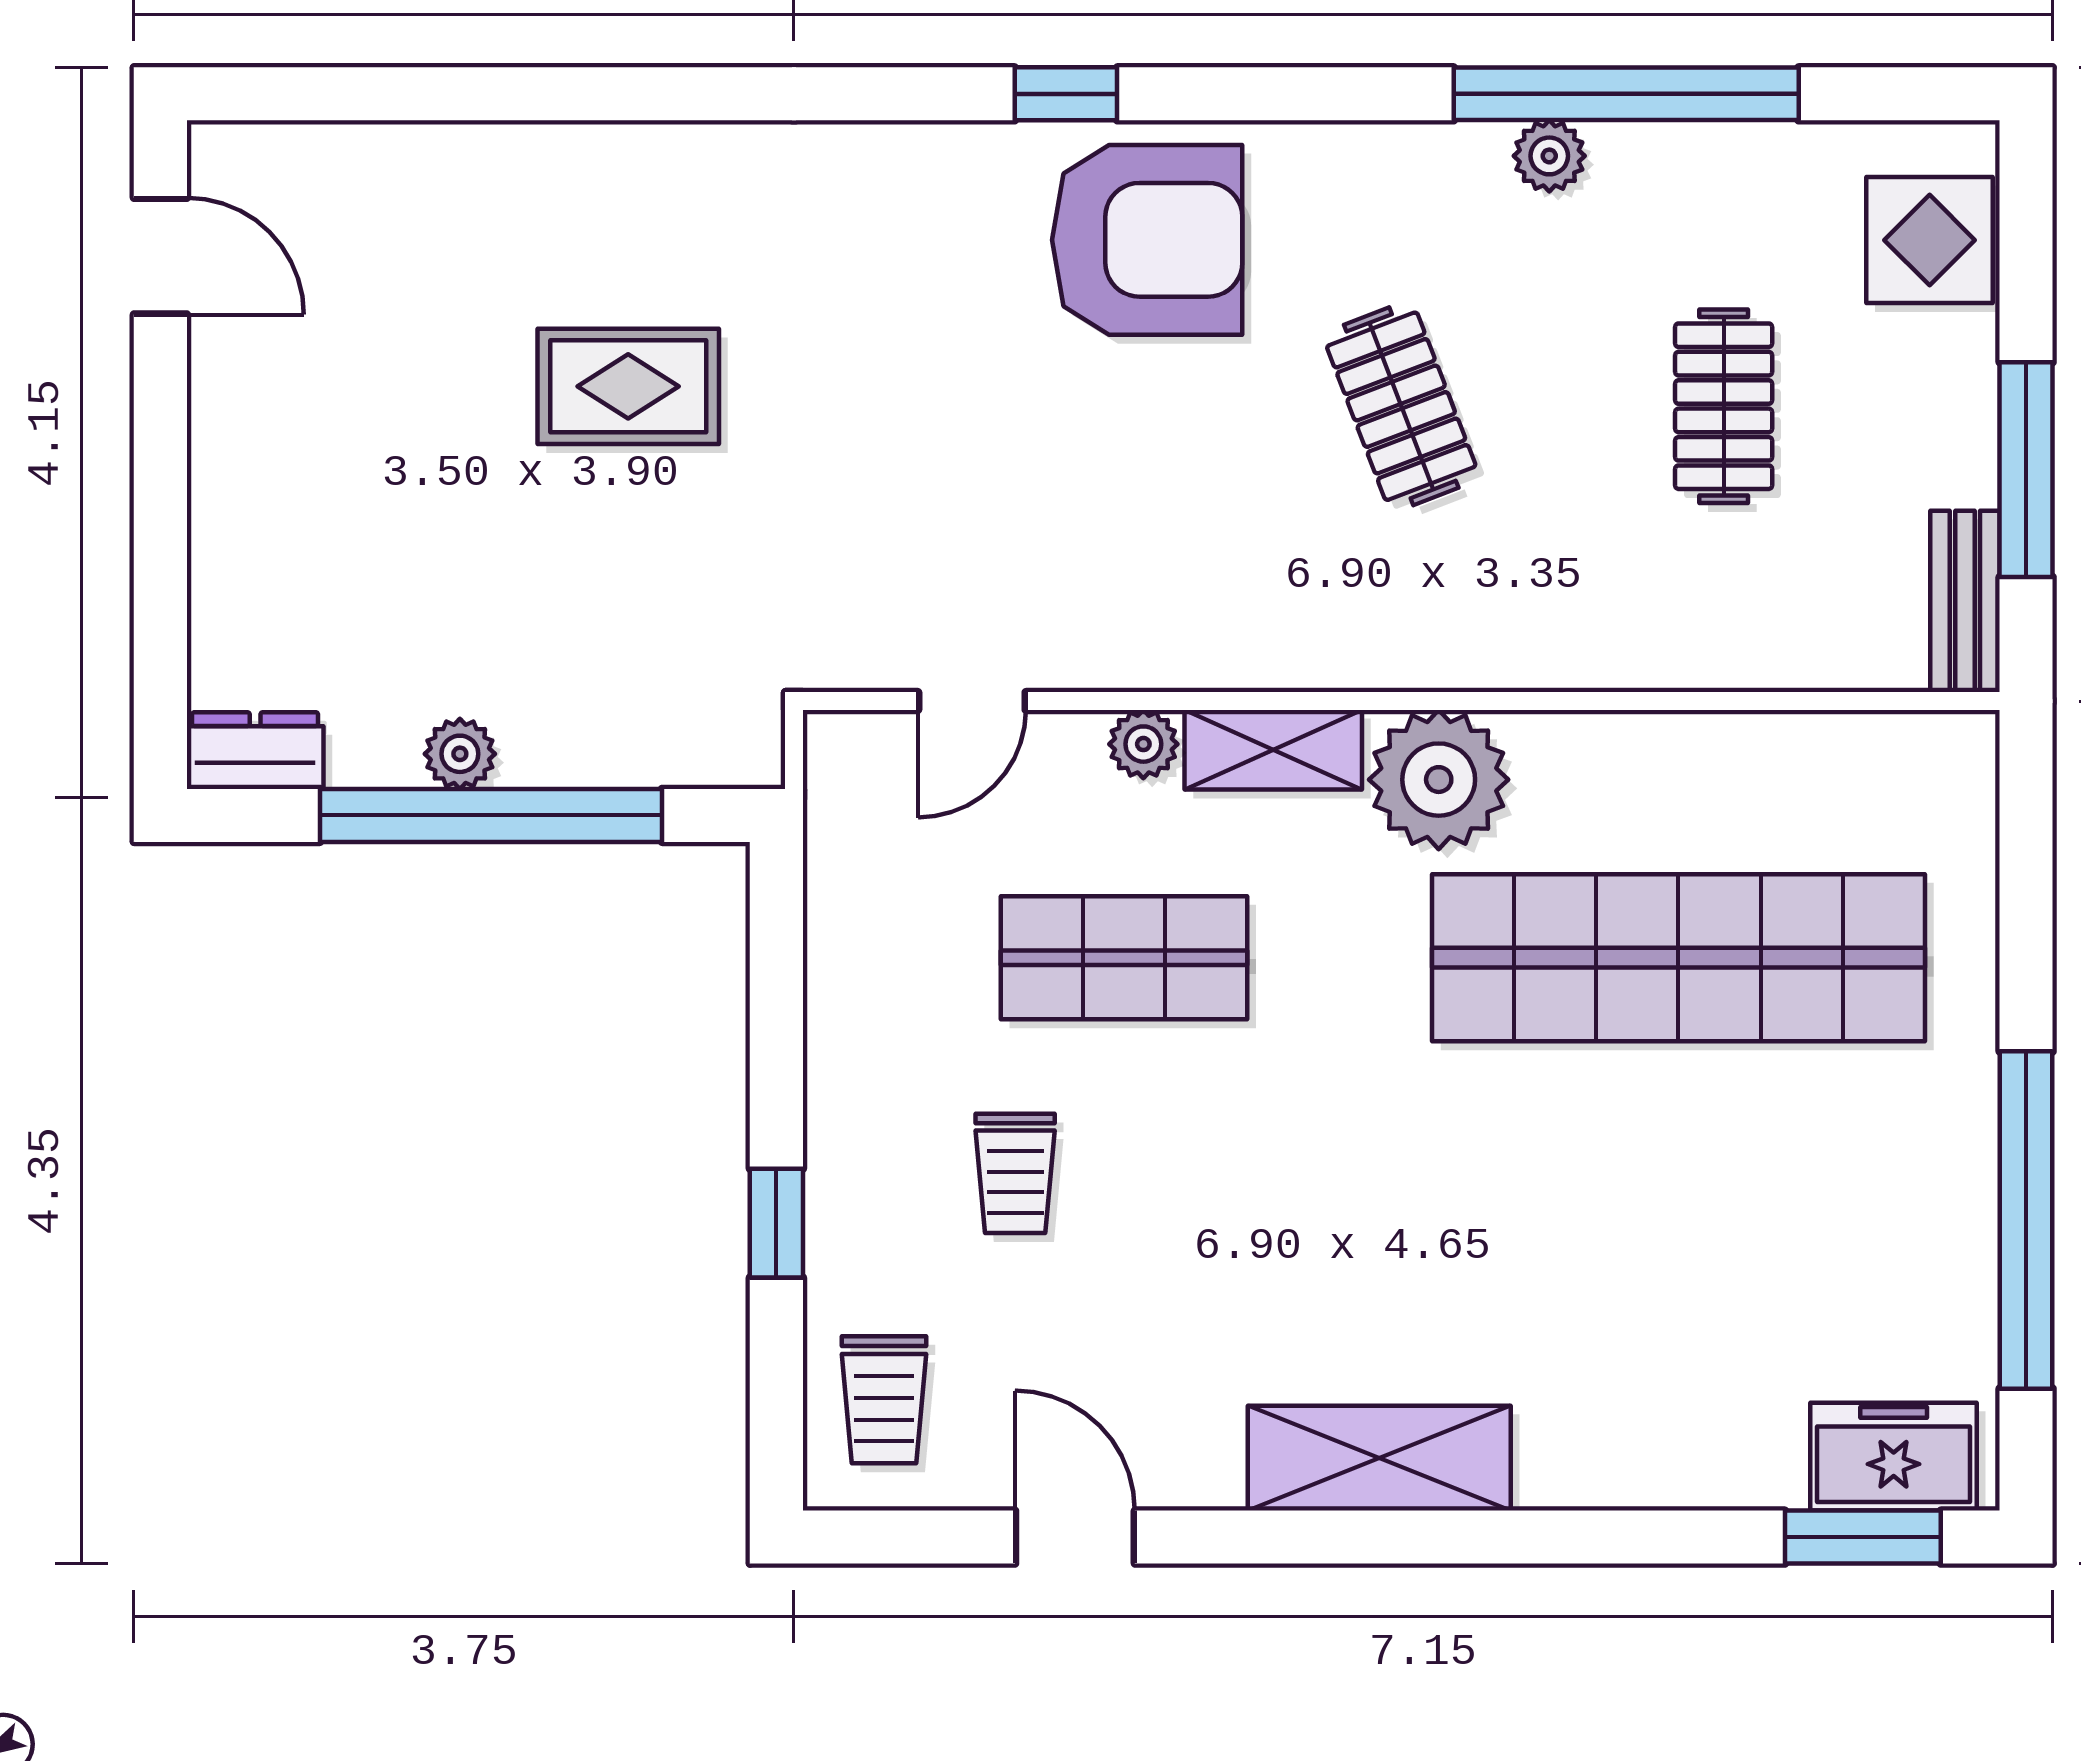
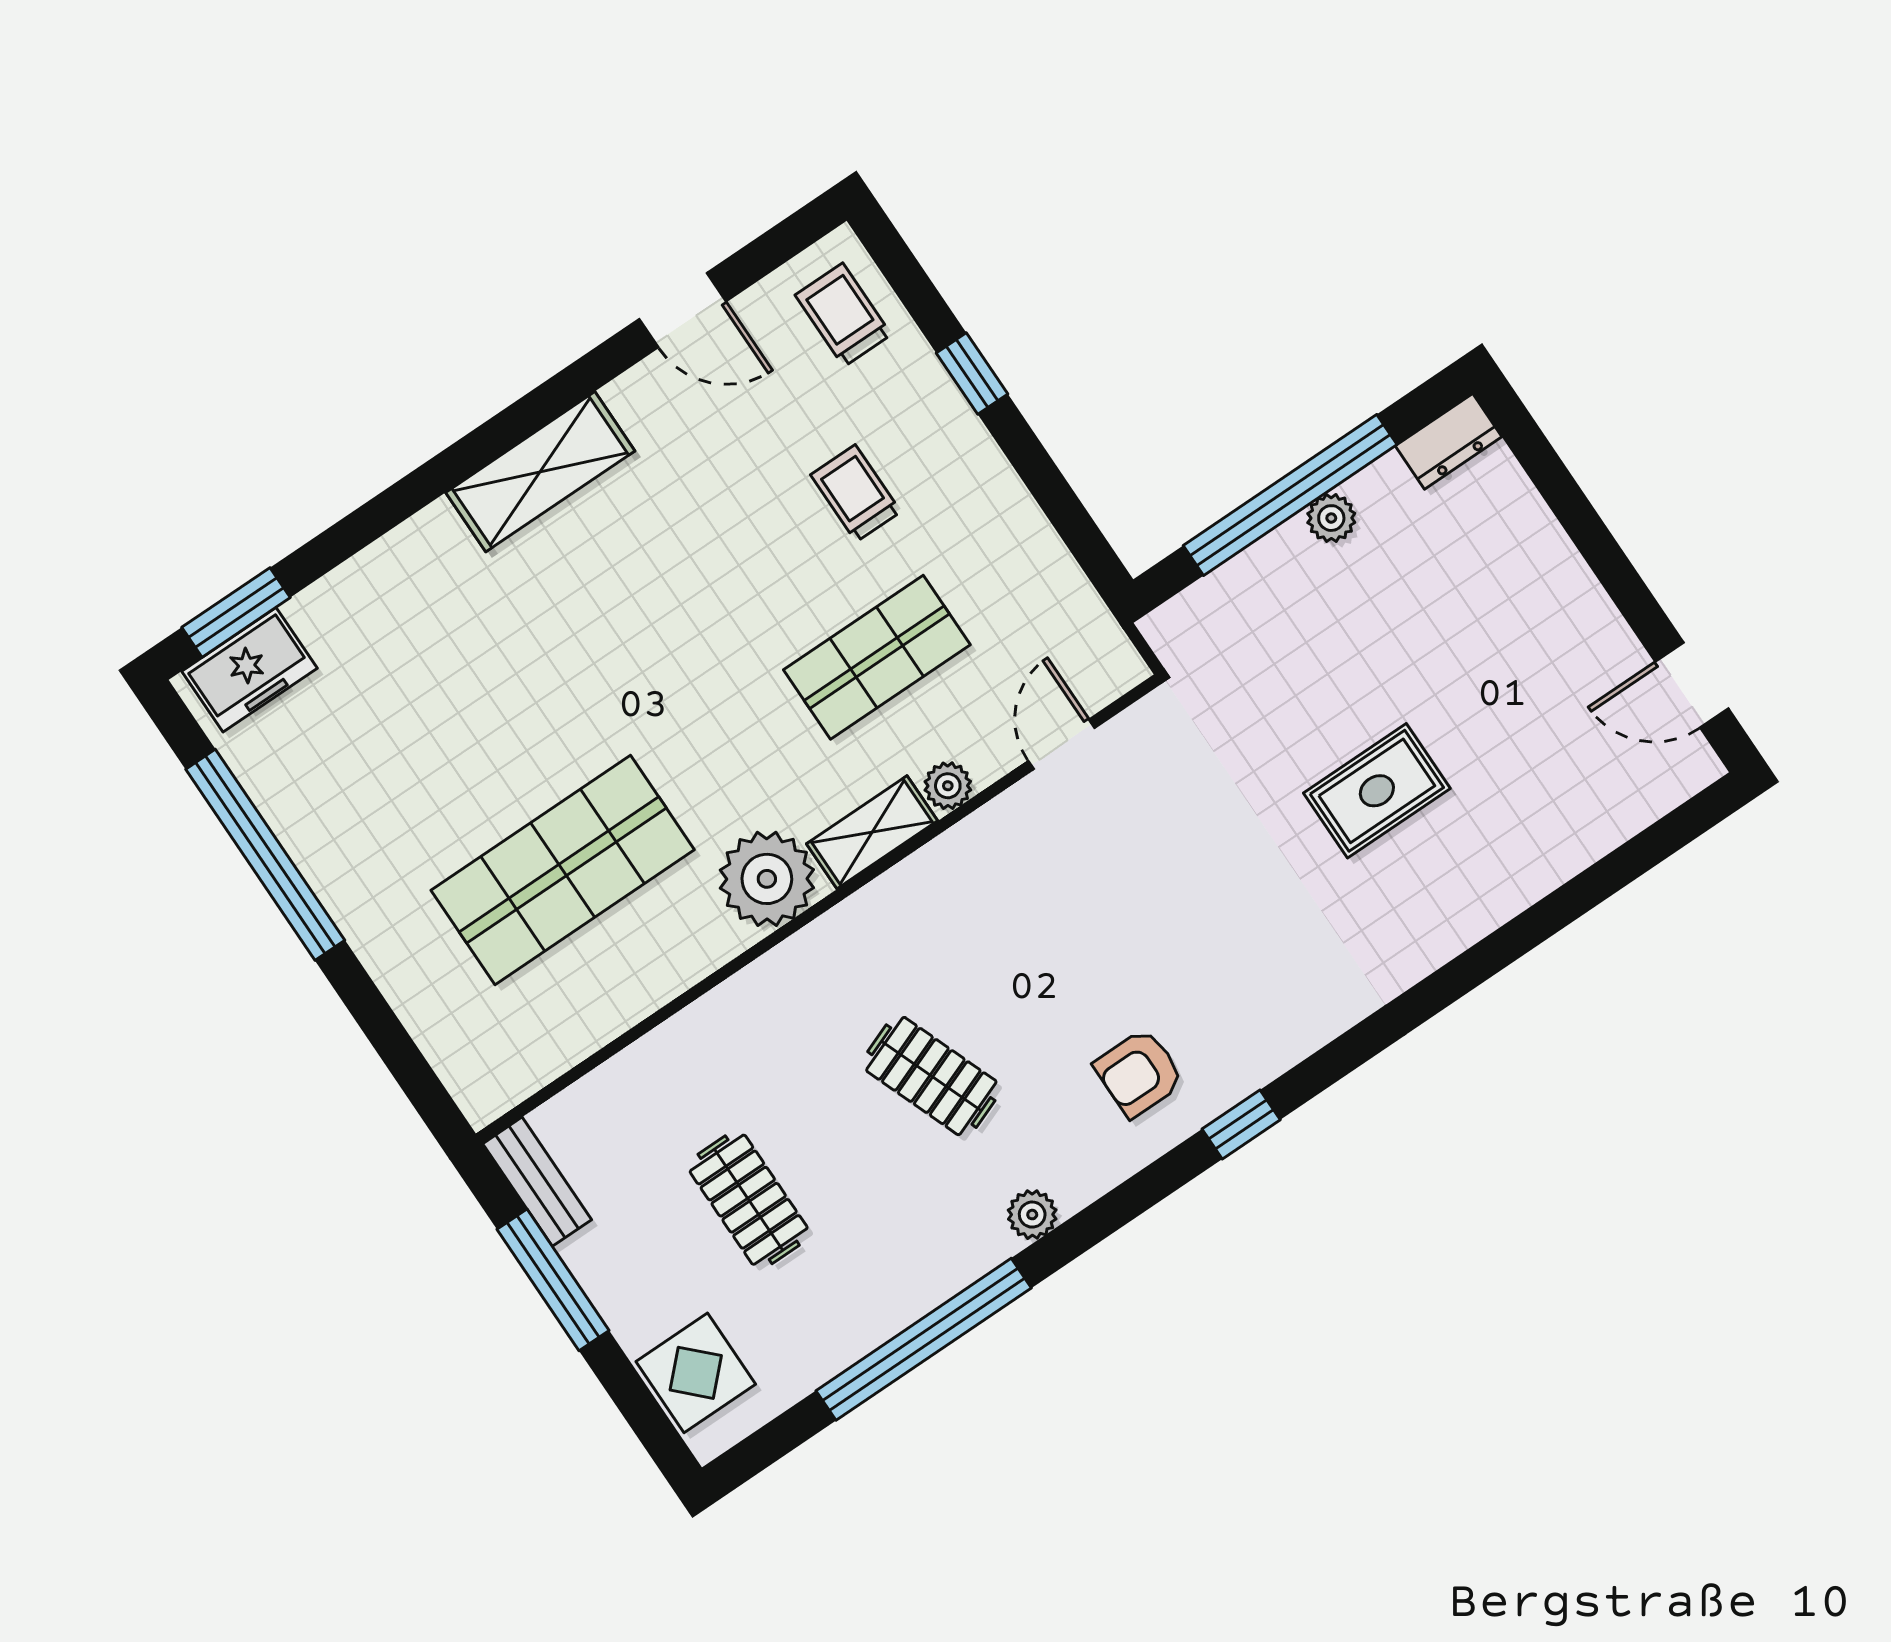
plant: (1549, 156) -> (1032, 1215), moved
armchair: (1147, 240) -> (1139, 1073), width x0.53, depth x0.53
shop shelf: (1678, 958) -> (563, 870), width x0.71

